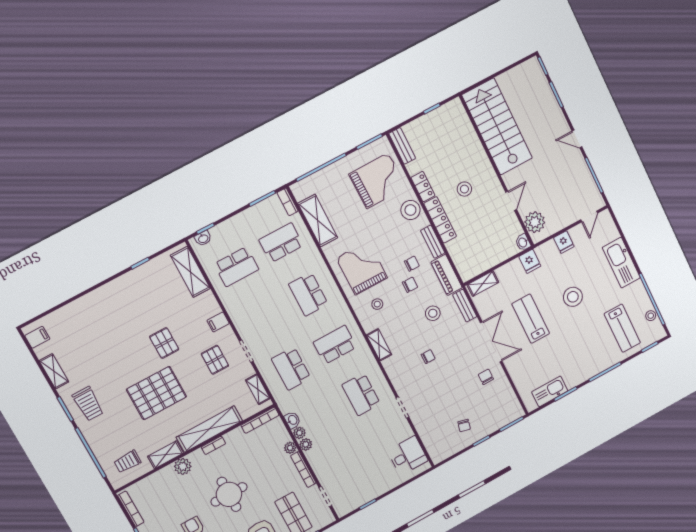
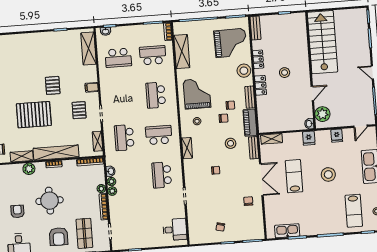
locker: (440, 220) -> (260, 85), width x0.66

